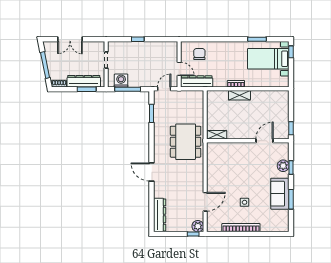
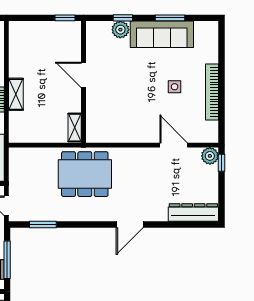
door: (264, 141) -> (83, 75), moved
sofa: (280, 194) -> (162, 34), width x1.36

